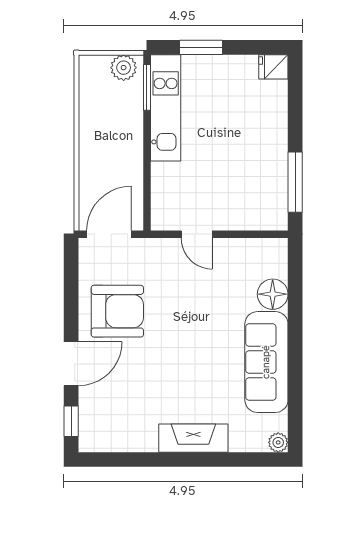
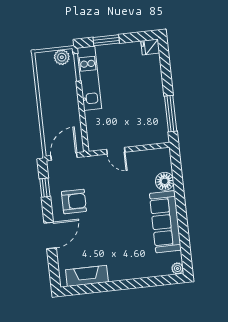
armchair: (117, 311) -> (74, 201), width x0.73, depth x0.73
window: (71, 421) -> (45, 188), moved
fireplace: (193, 438) -> (87, 276), moved

